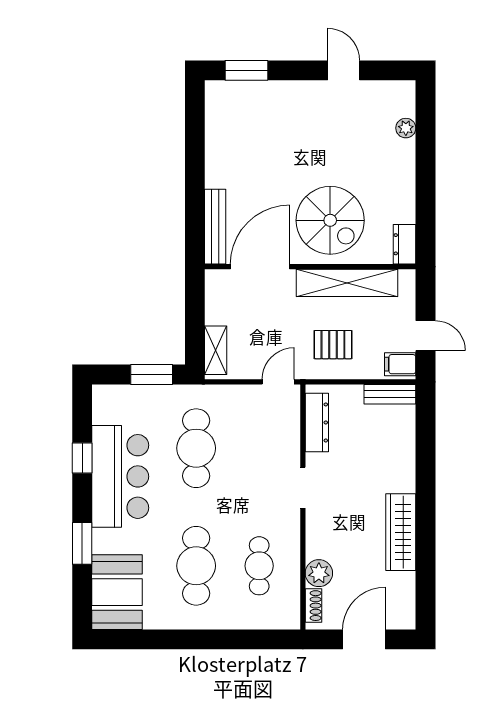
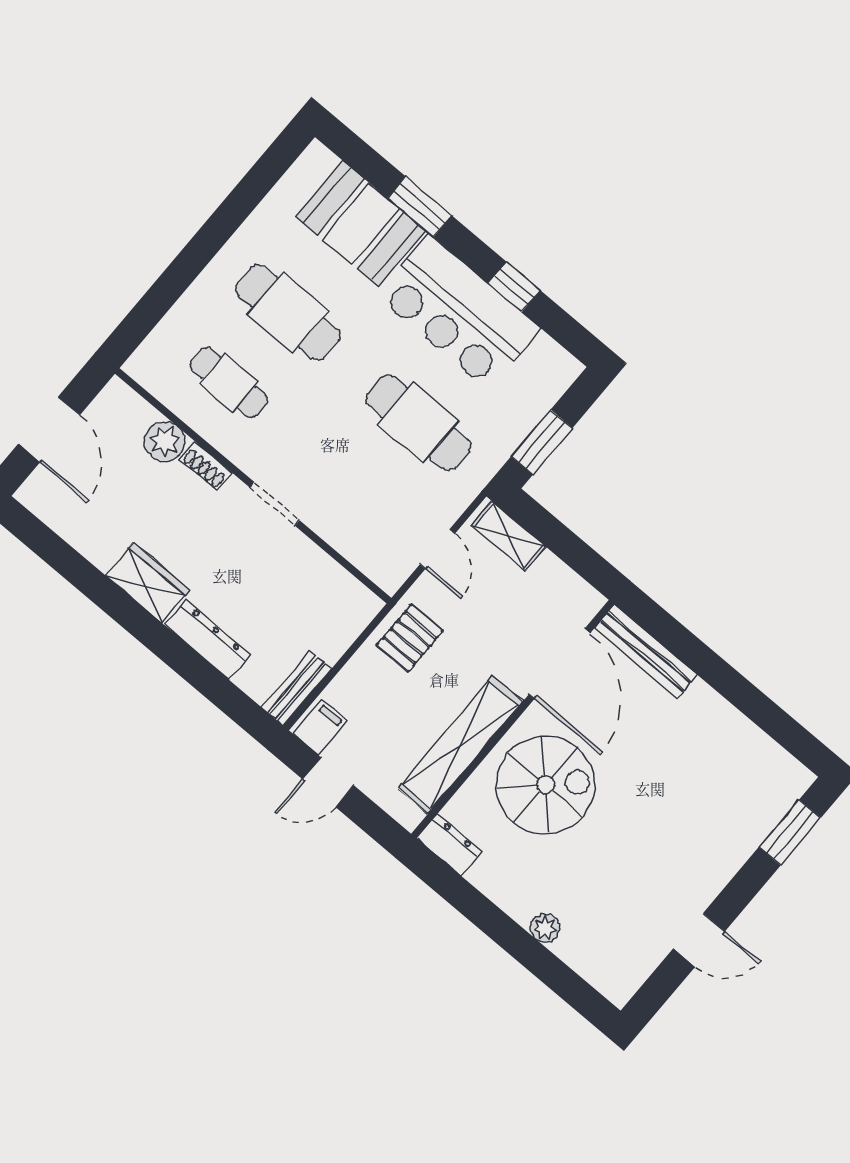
plant: (406, 128) -> (545, 928), moved
spiral stairs: (330, 220) -> (545, 785), turned 180
pallet: (333, 345) -> (410, 638), moved
door: (278, 382) -> (438, 549), moved
dresser: (317, 422) -> (208, 640), moved, turned 180
wardrobe: (401, 532) -> (148, 583), width x0.67
booth: (117, 592) -> (361, 224), moved
shoe rack: (313, 606) -> (206, 466), moved

